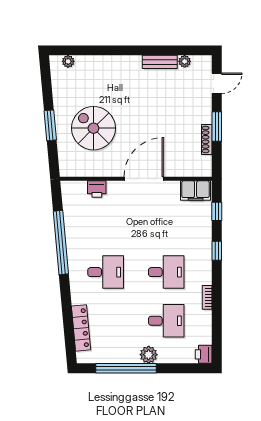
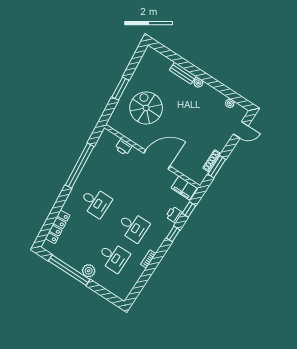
plant: (68, 61) -> (198, 83), moved
bench: (160, 62) -> (183, 73), moved
window: (217, 126) -> (217, 167), moved
printer: (204, 354) -> (174, 215), moved

